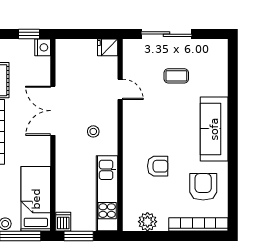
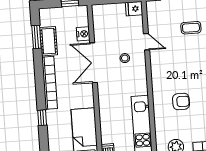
nightstand: (43, 47) -> (83, 34), moved
stool: (93, 131) -> (125, 58), moved

